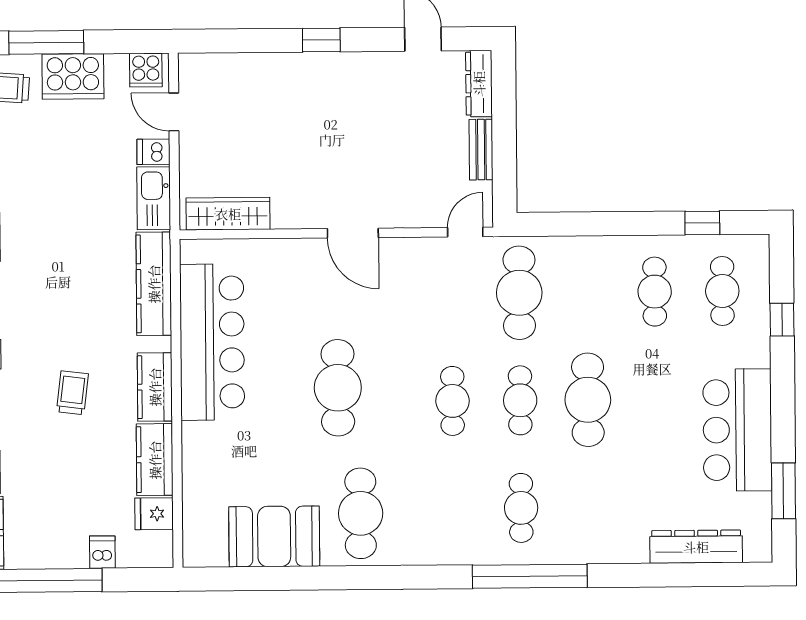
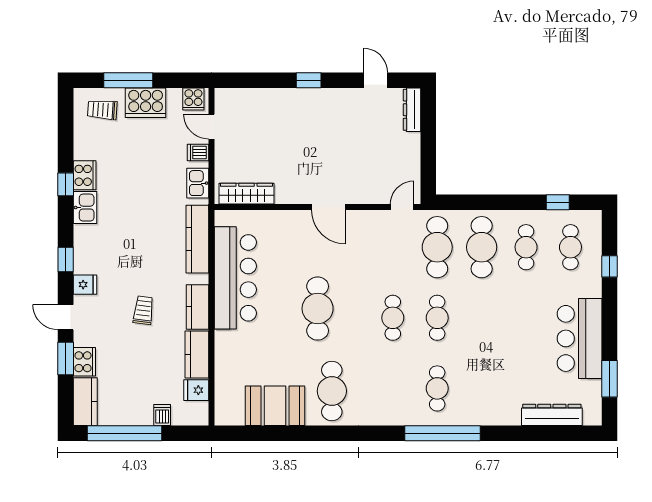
bench: (481, 150) -> (413, 153), removed
kitchen sink: (154, 198) -> (198, 183), width x0.73
cafe table: (588, 400) -> (482, 247), moved

